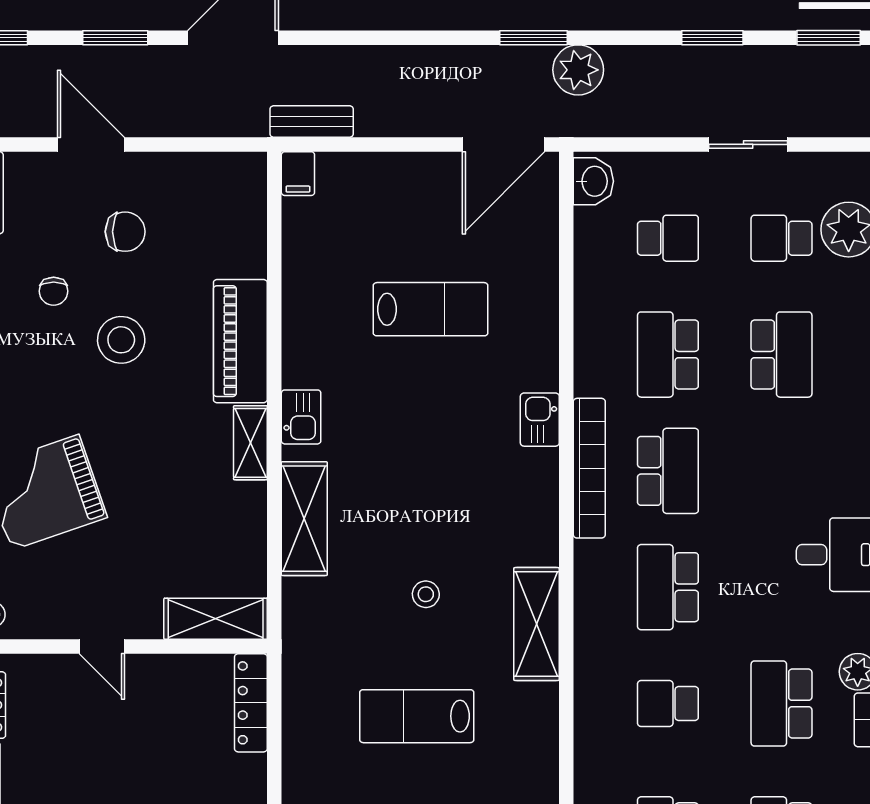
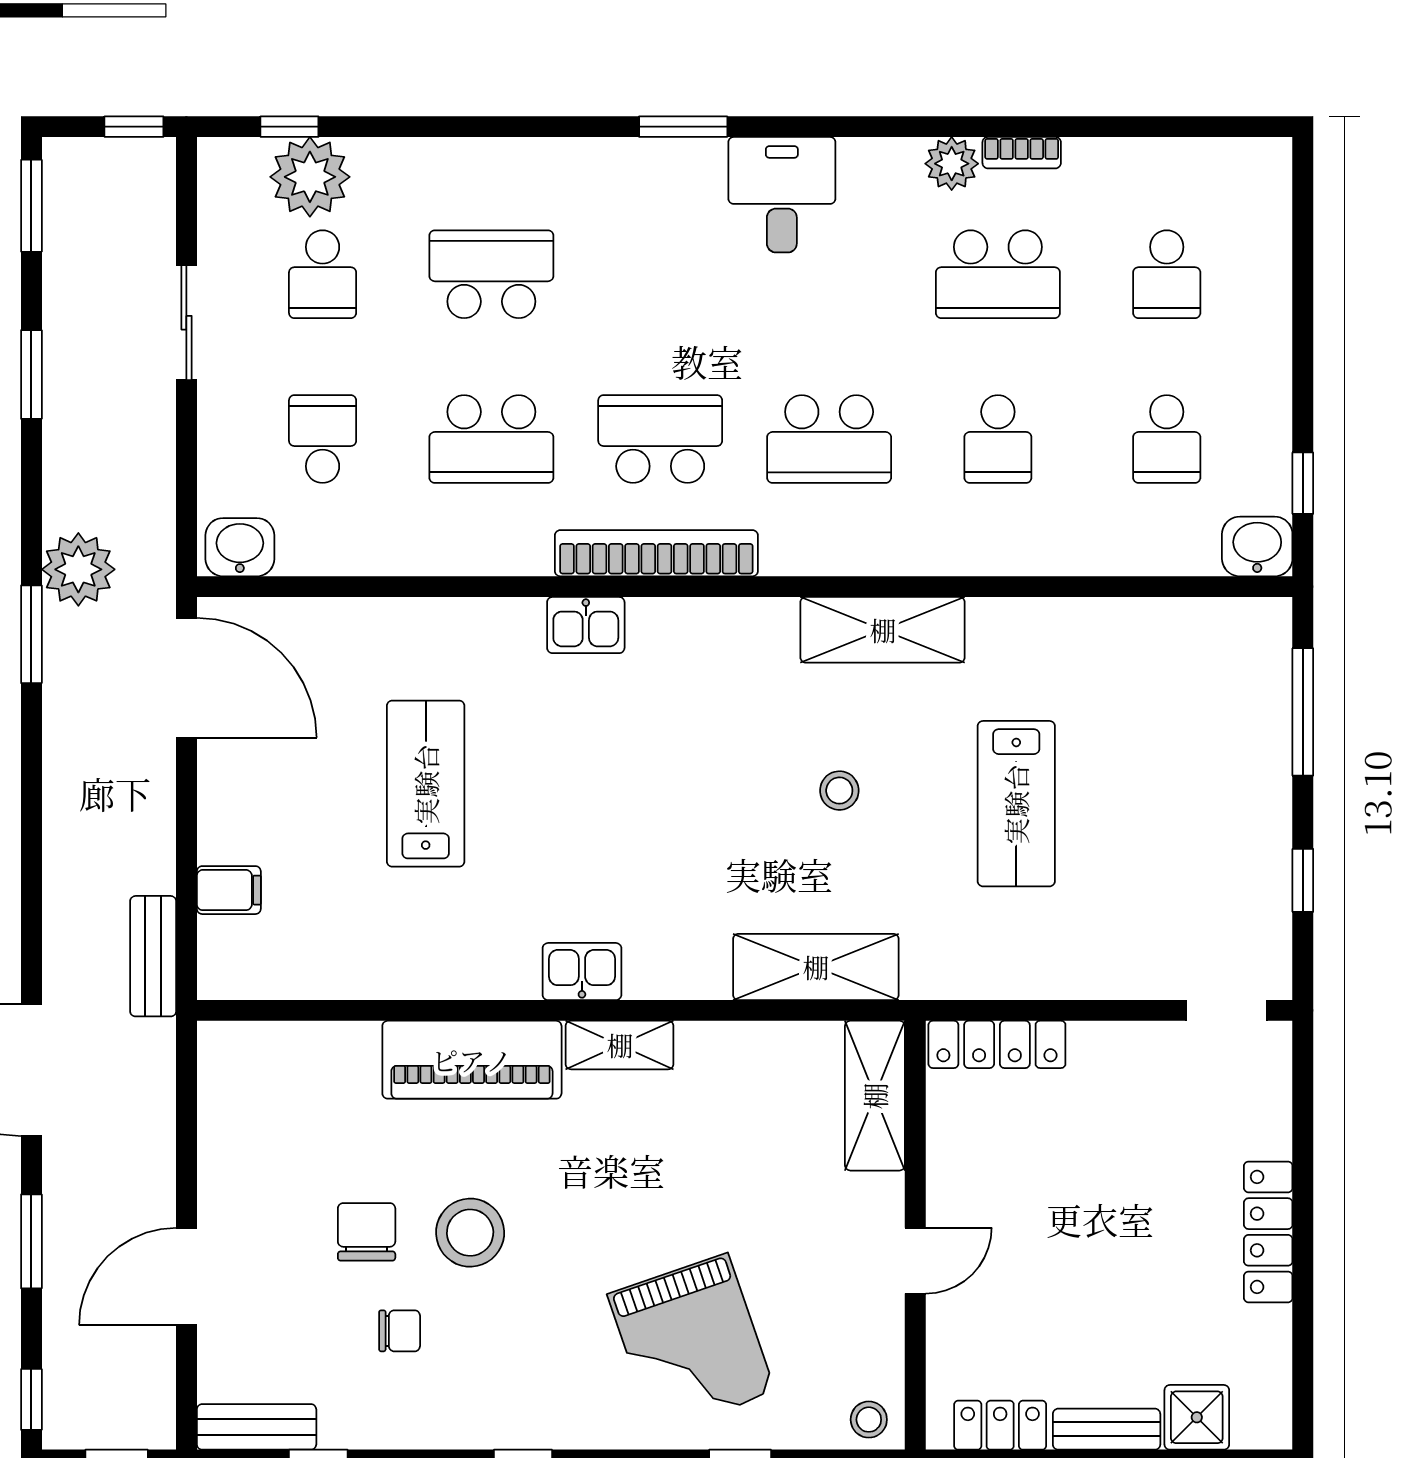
filing cabinet: (298, 174) -> (229, 890), moved
chair: (125, 232) -> (367, 1232), moved
shelving: (304, 519) -> (816, 967), moved

